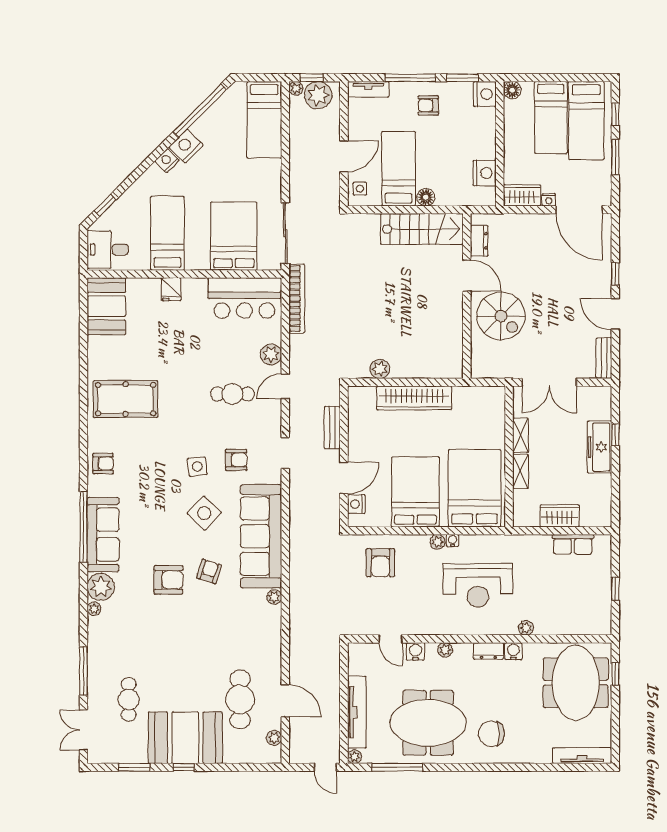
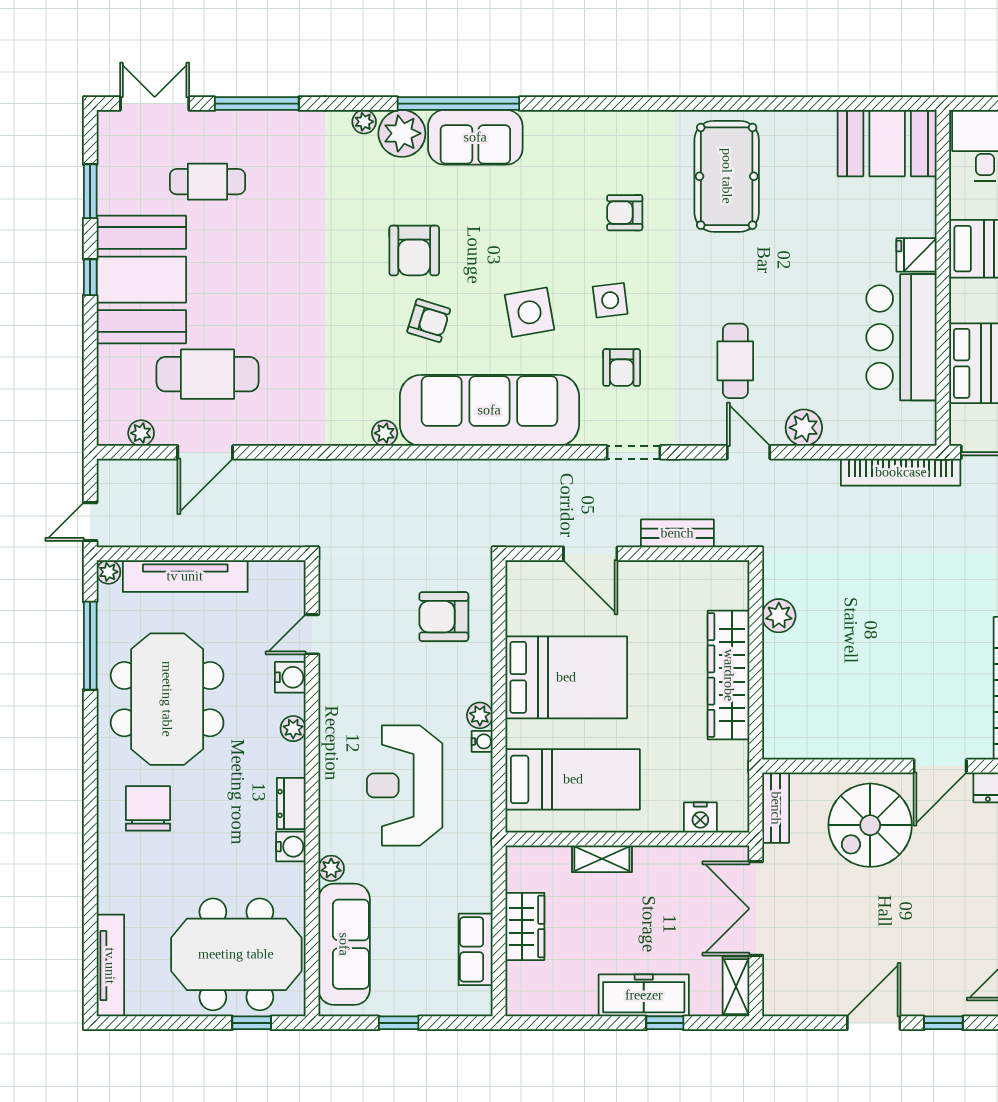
bar counter: (244, 298) -> (901, 337), moved
bench: (604, 358) -> (776, 808), moved, turned 90
shelving: (520, 435) -> (736, 987), moved, turned 90
armchair: (103, 464) -> (625, 213), moved, turned 90
bed: (475, 488) -> (573, 779), width x0.67
nightstand: (356, 504) -> (700, 817), moved, turned 180
side table: (204, 513) -> (530, 312), turned 37
window: (84, 527) -> (458, 104), moved
sofa: (103, 535) -> (475, 137), width x0.73
sofa: (570, 620) -> (344, 944), added

